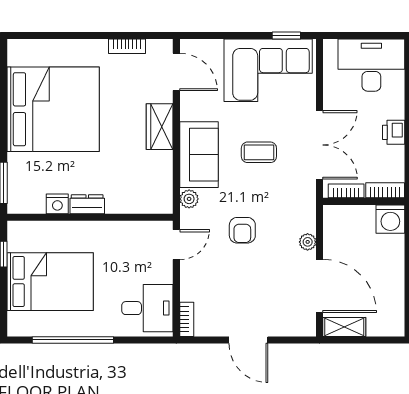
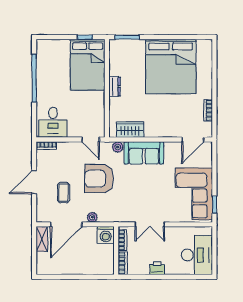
wardrobe: (160, 127) -> (130, 130), moved
double door: (320, 145) -> (150, 224), width x0.73
coffee table: (259, 152) -> (64, 193), moved
nightstand: (57, 204) -> (115, 69), removed
washing machine: (390, 219) -> (106, 235), moved, turned -90
armchair: (242, 230) -> (99, 179), width x1.88, depth x1.88
bed: (50, 282) -> (88, 65), moved

